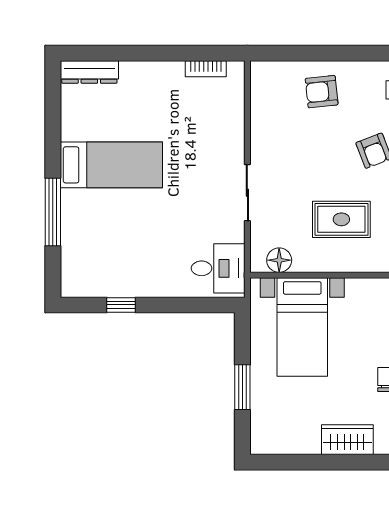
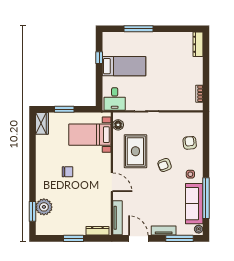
bed: (111, 165) -> (124, 66), moved, turned -90
rug: (341, 219) -> (135, 151), width x1.36, depth x1.43
wardrobe: (347, 440) -> (42, 123), moved

